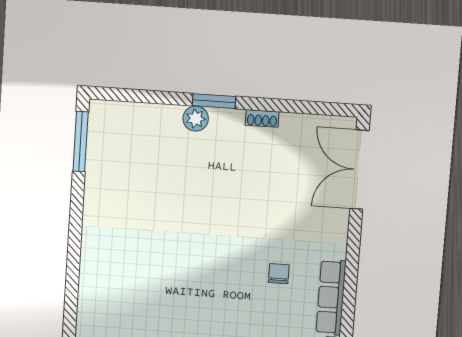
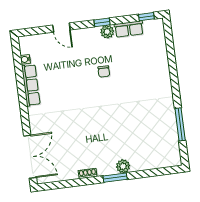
window: (81, 142) -> (180, 124), moved
chair: (279, 274) -> (104, 71), moved

